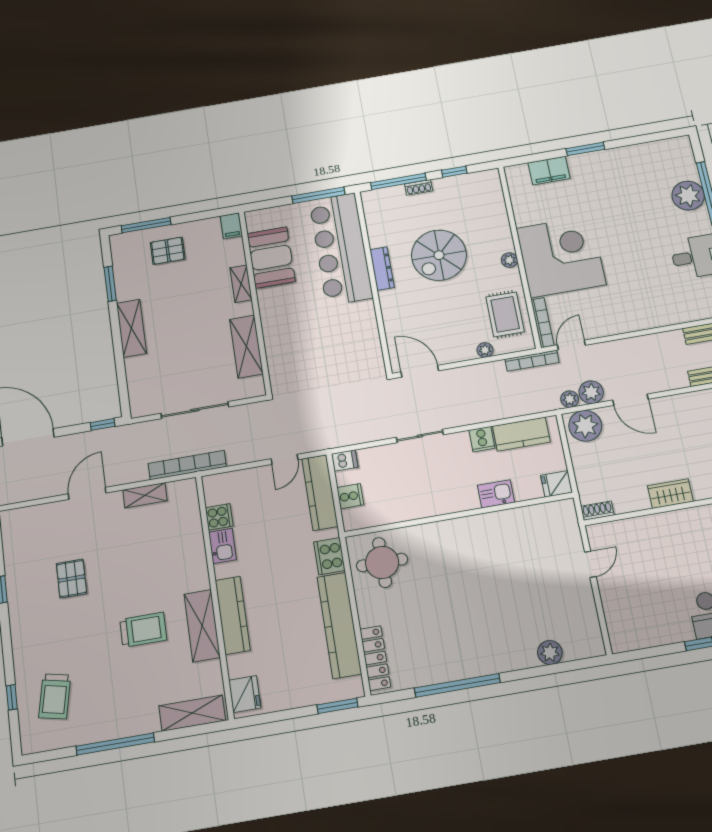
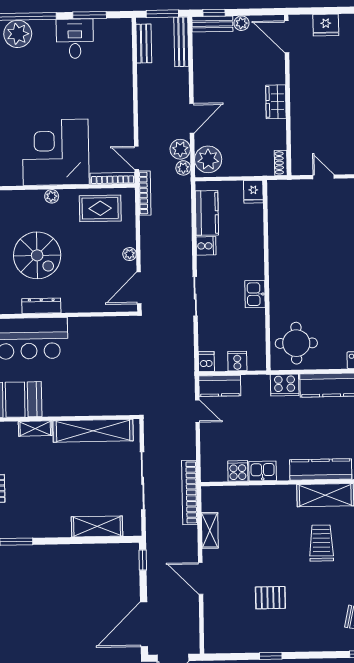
shelving: (131, 328) -> (97, 526), moved
shelving: (246, 346) -> (93, 431), width x1.47
plant: (485, 350) -> (130, 254), moved
kitchen counter: (320, 492) -> (220, 386), width x0.67
kitchen sink: (496, 494) -> (255, 294), moved

